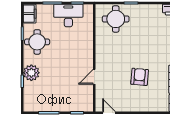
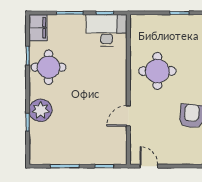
desk: (68, 15) -> (107, 30), moved
round table: (116, 19) -> (157, 71), moved

